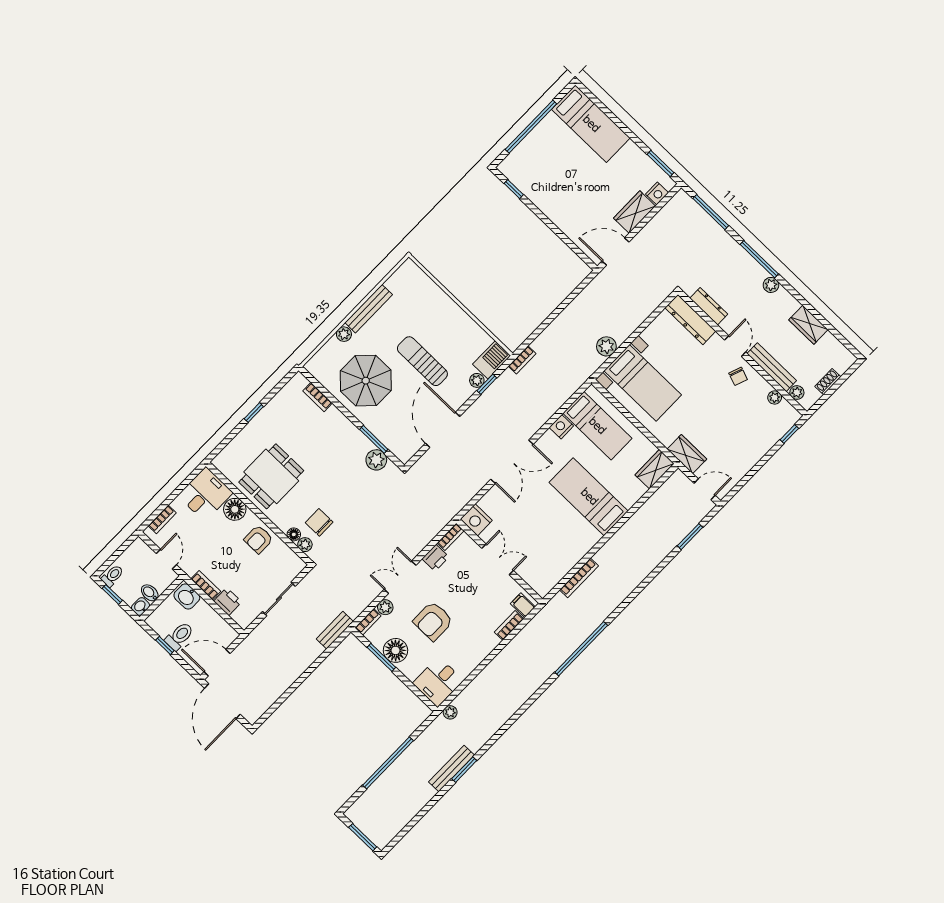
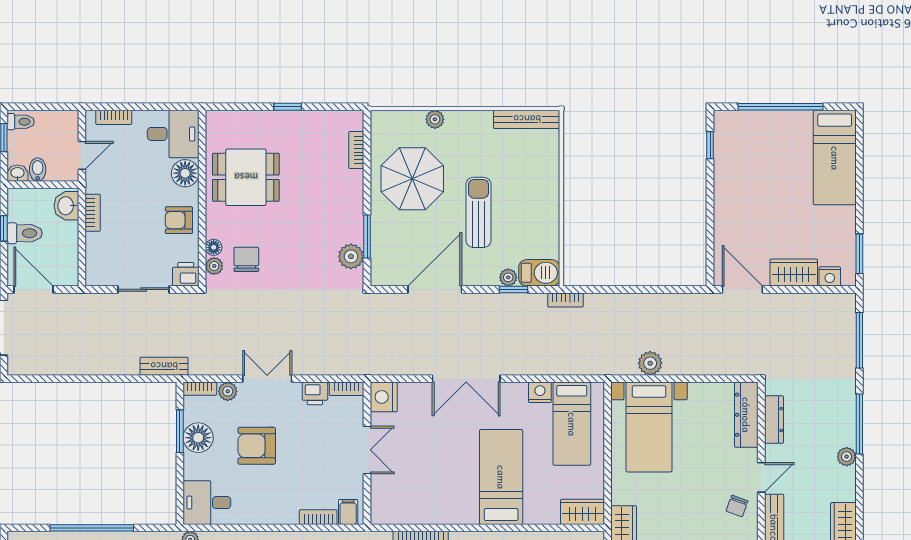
bench: (369, 309) -> (527, 119), moved
printer: (228, 601) -> (186, 274), moved, turned -90

